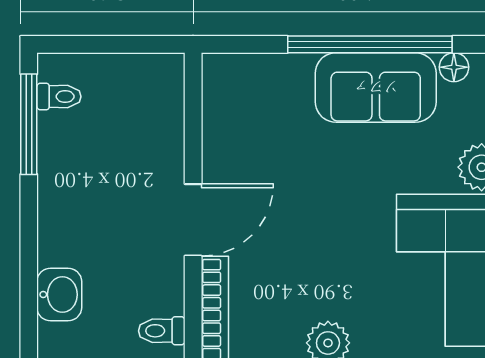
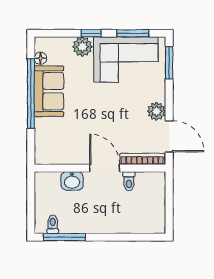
washbasin: (59, 295) -> (72, 181), moved, turned 180
toilet: (162, 331) -> (129, 181), moved

